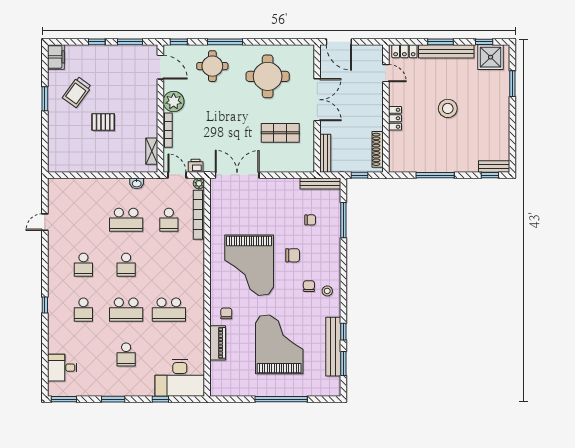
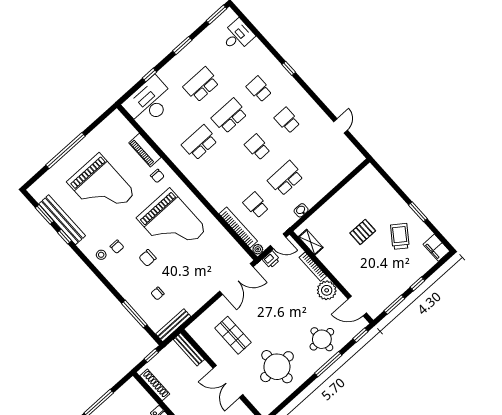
shop shelf: (280, 133) -> (233, 335), turned 90
grand piano: (249, 265) -> (172, 224), turned 180
school desk: (126, 355) -> (201, 85), width x1.85

